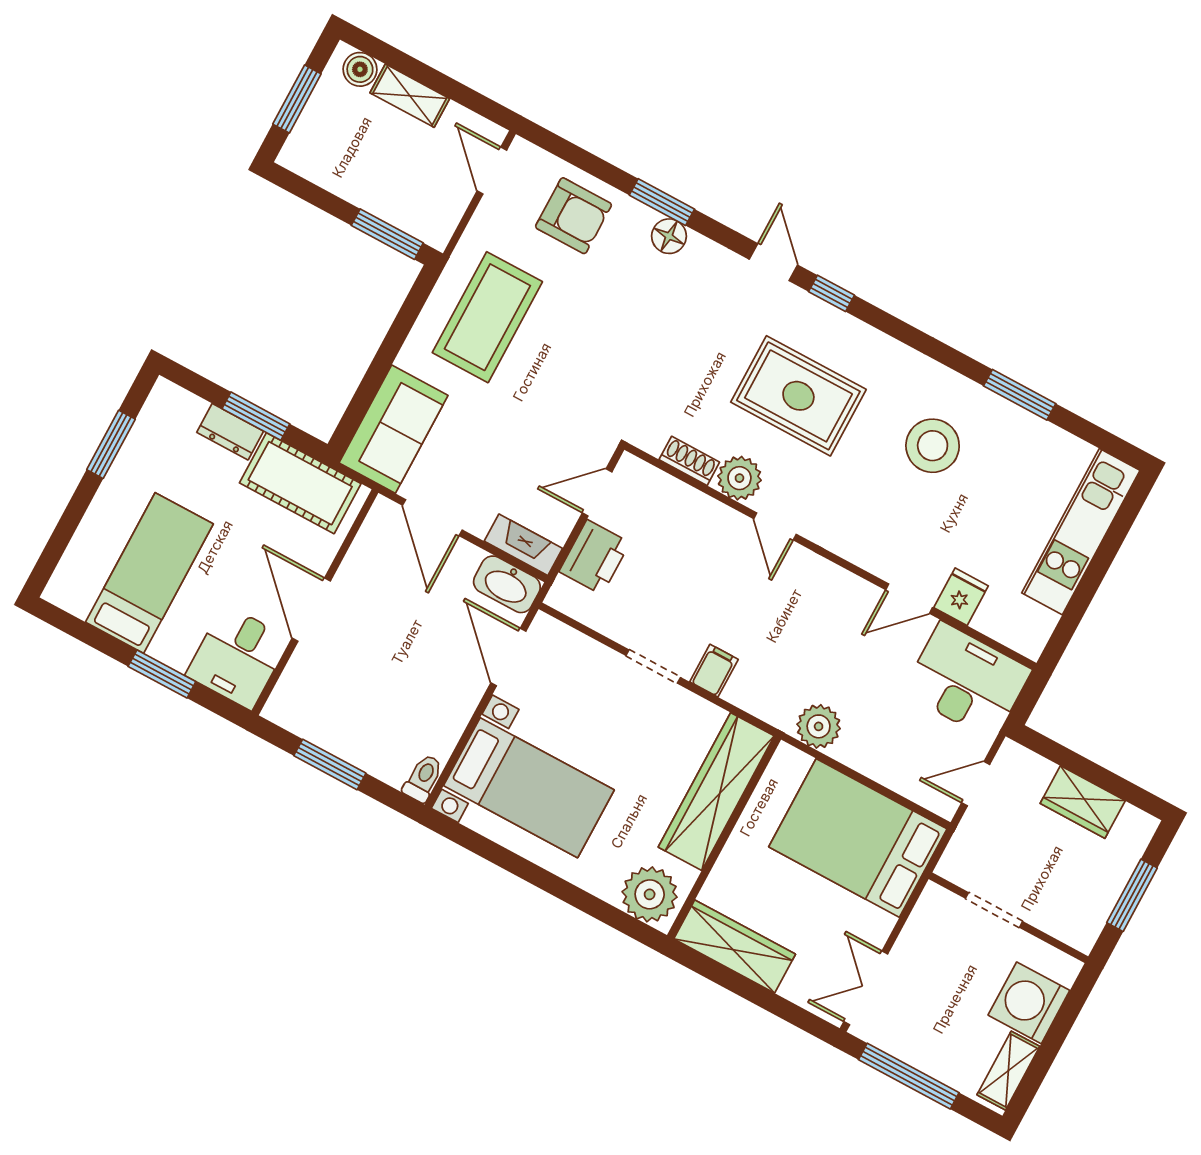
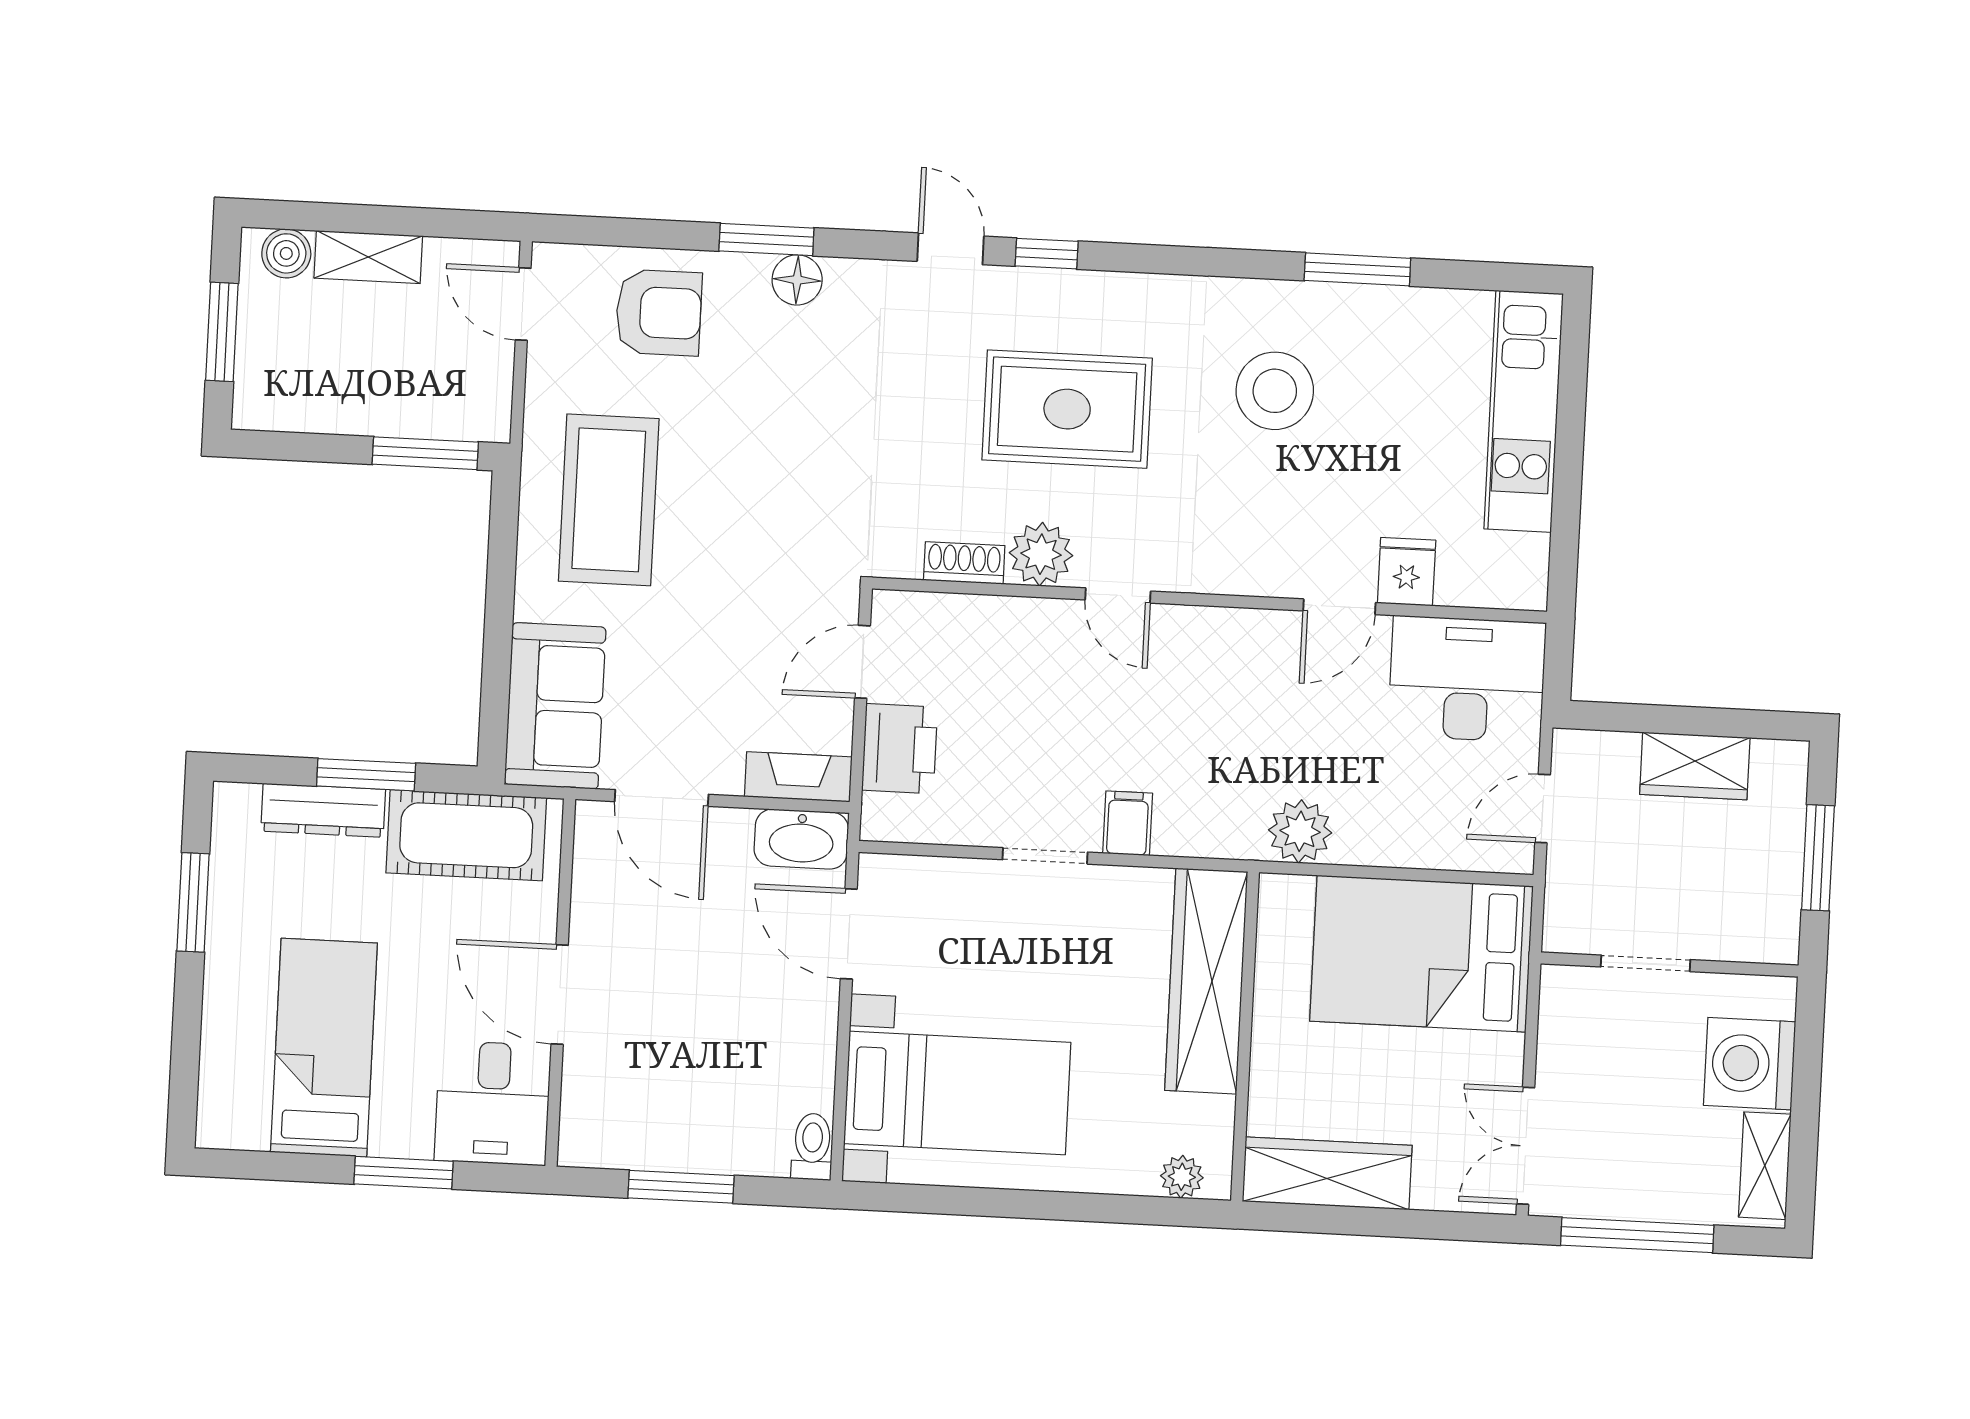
dresser: (230, 432) -> (323, 810), width x1.44
plant: (650, 894) -> (1182, 1177), width x0.53, depth x0.53

